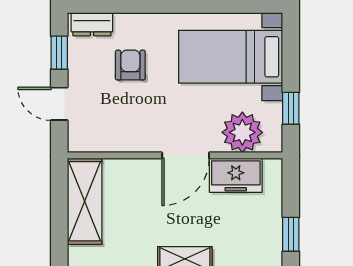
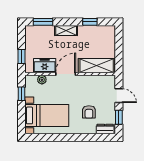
plant: (242, 132) -> (42, 80), width x0.53, depth x0.53
shelving: (85, 201) -> (97, 66), moved, turned 90
window: (291, 234) -> (21, 56), moved

